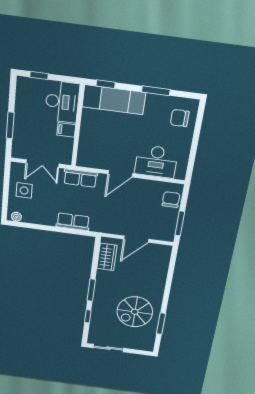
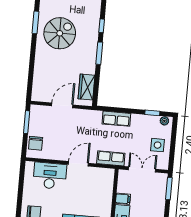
window: (10, 125) -> (169, 188), moved
window: (31, 226) -> (152, 113), added

